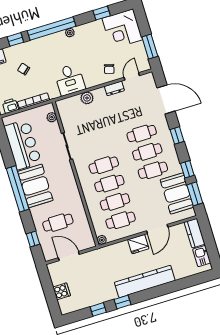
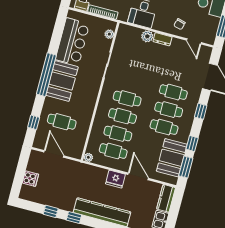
door: (132, 76) -> (194, 41), swing flipped
dresser: (114, 88) -> (162, 39), moved
door: (157, 229) -> (138, 176), swing flipped

